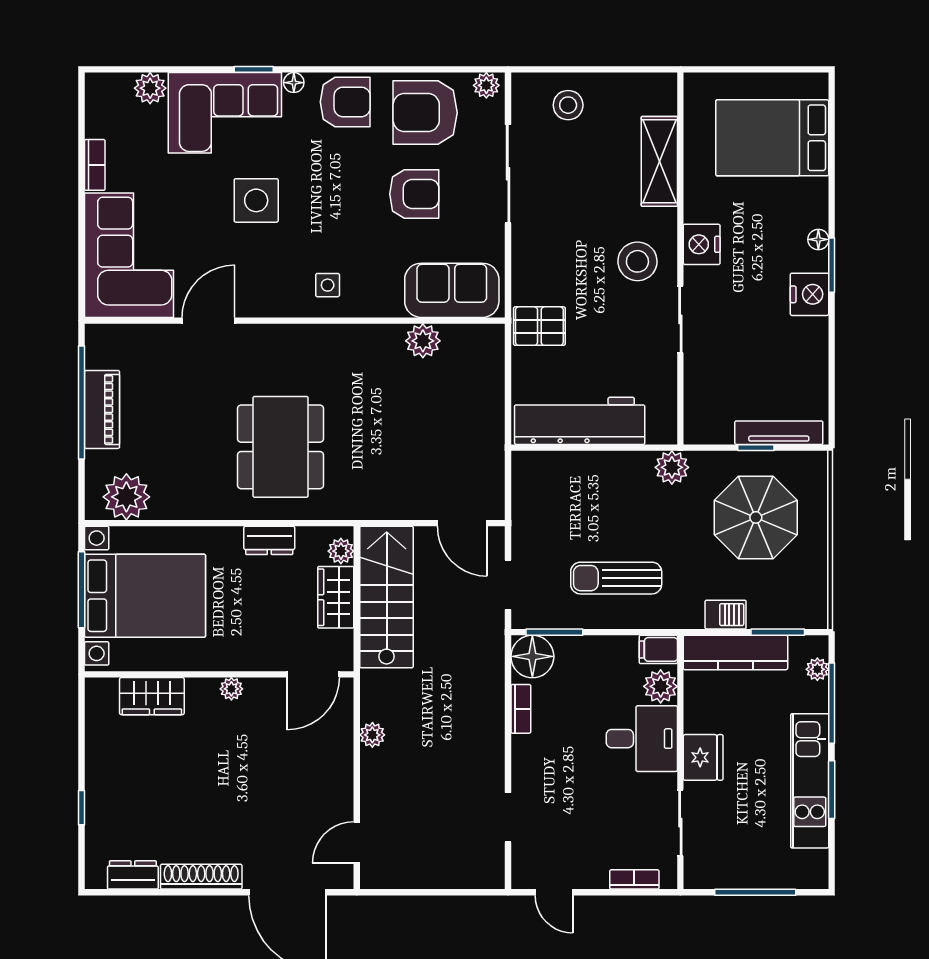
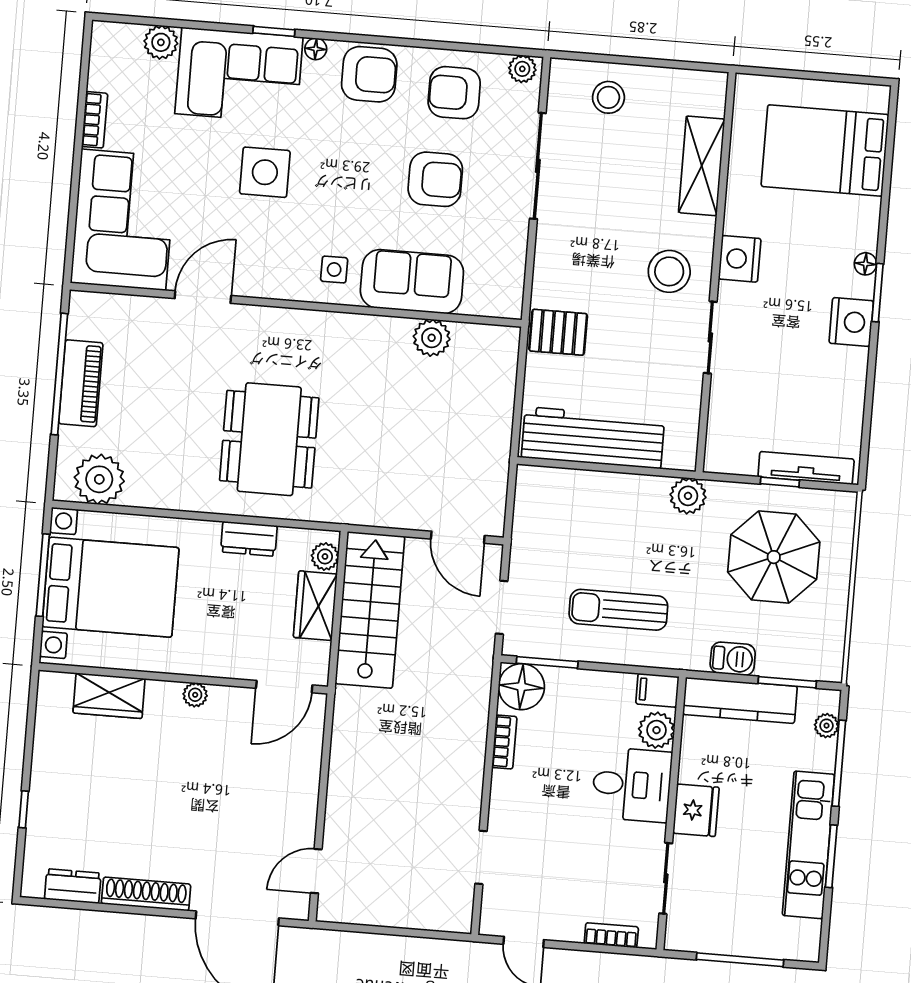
armchair: (425, 113) -> (454, 93), width x0.73, depth x0.73
sofa: (452, 290) -> (412, 282), moved
plant: (372, 735) -> (342, 757), removed

